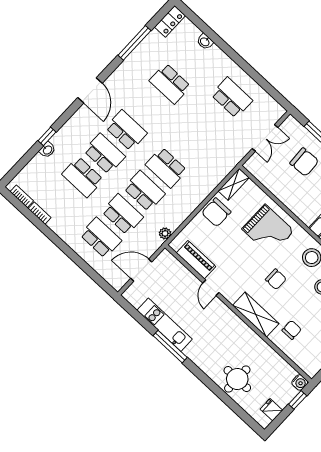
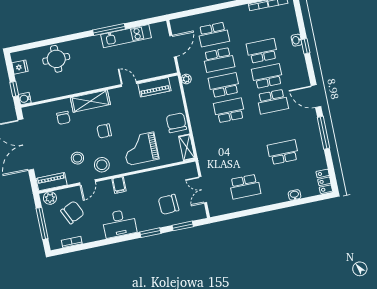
window: (134, 43) -> (323, 133), moved
school desk: (104, 154) -> (267, 76), turned 180
school desk: (144, 191) -> (224, 85), turned 180

